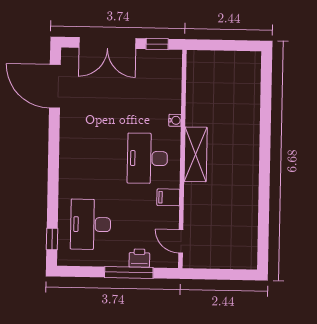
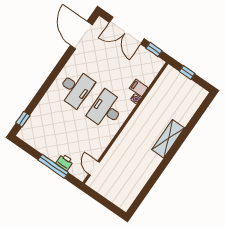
window: (217, 45) -> (187, 72), added
shelving: (196, 154) -> (168, 139), moved
filing cabinet: (168, 197) -> (139, 88), moved
desk: (91, 224) -> (76, 88), moved, turned 180

